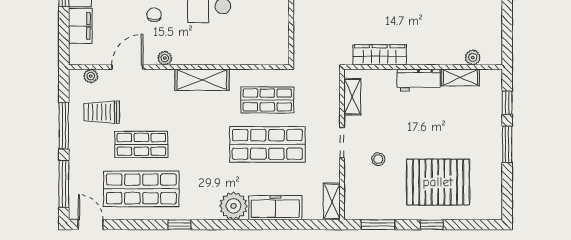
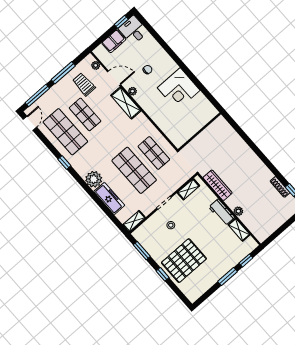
plant: (473, 57) -> (238, 211), moved
shelving: (202, 80) -> (126, 103), moved
pallet: (438, 182) -> (184, 261), turned 90

